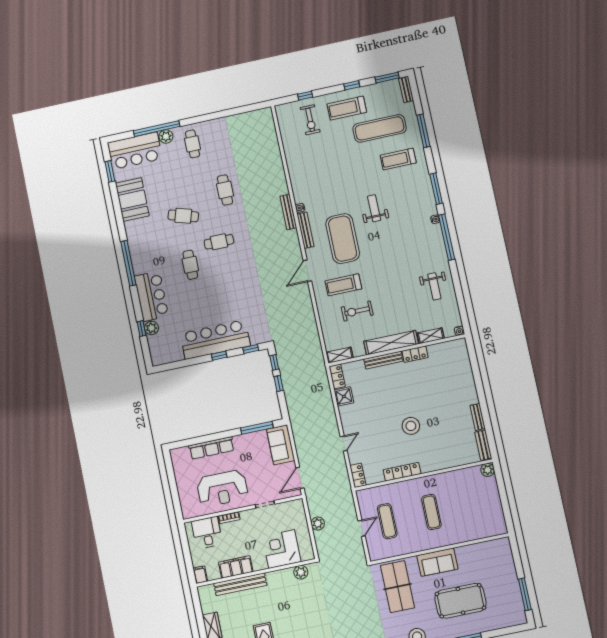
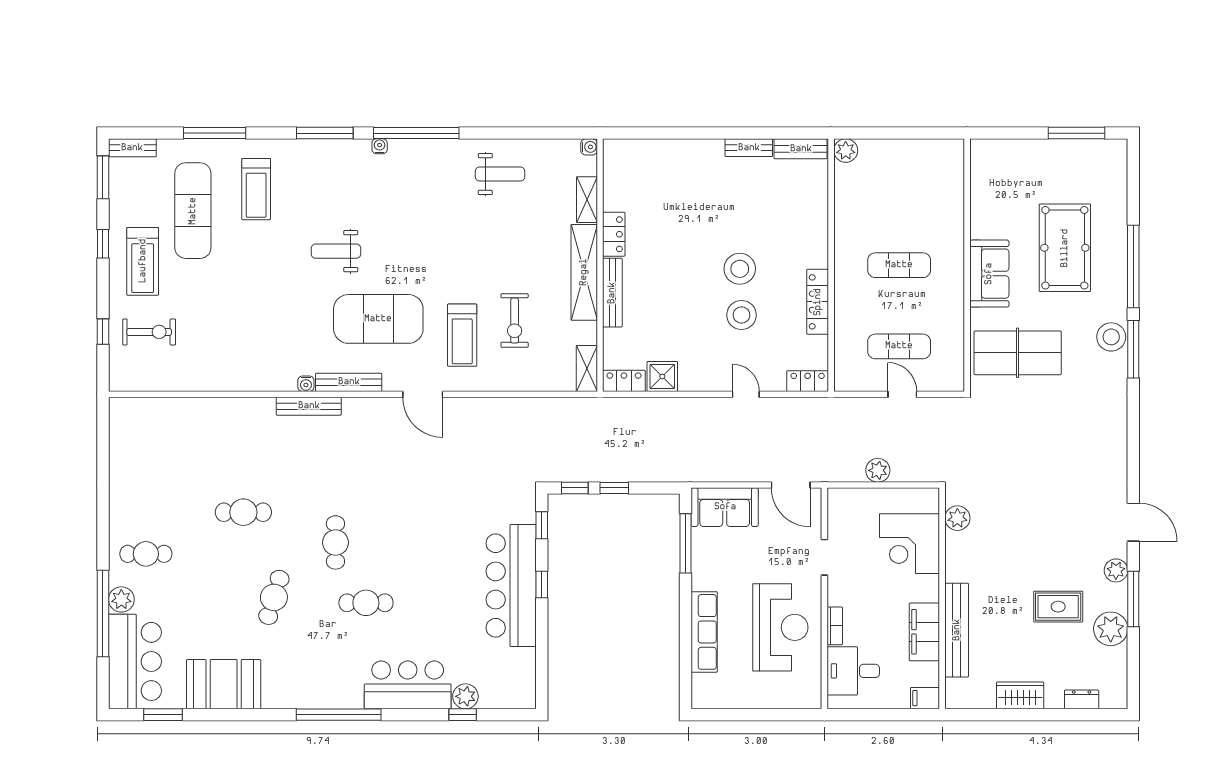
stool: (386, 432) -> (742, 315), added

